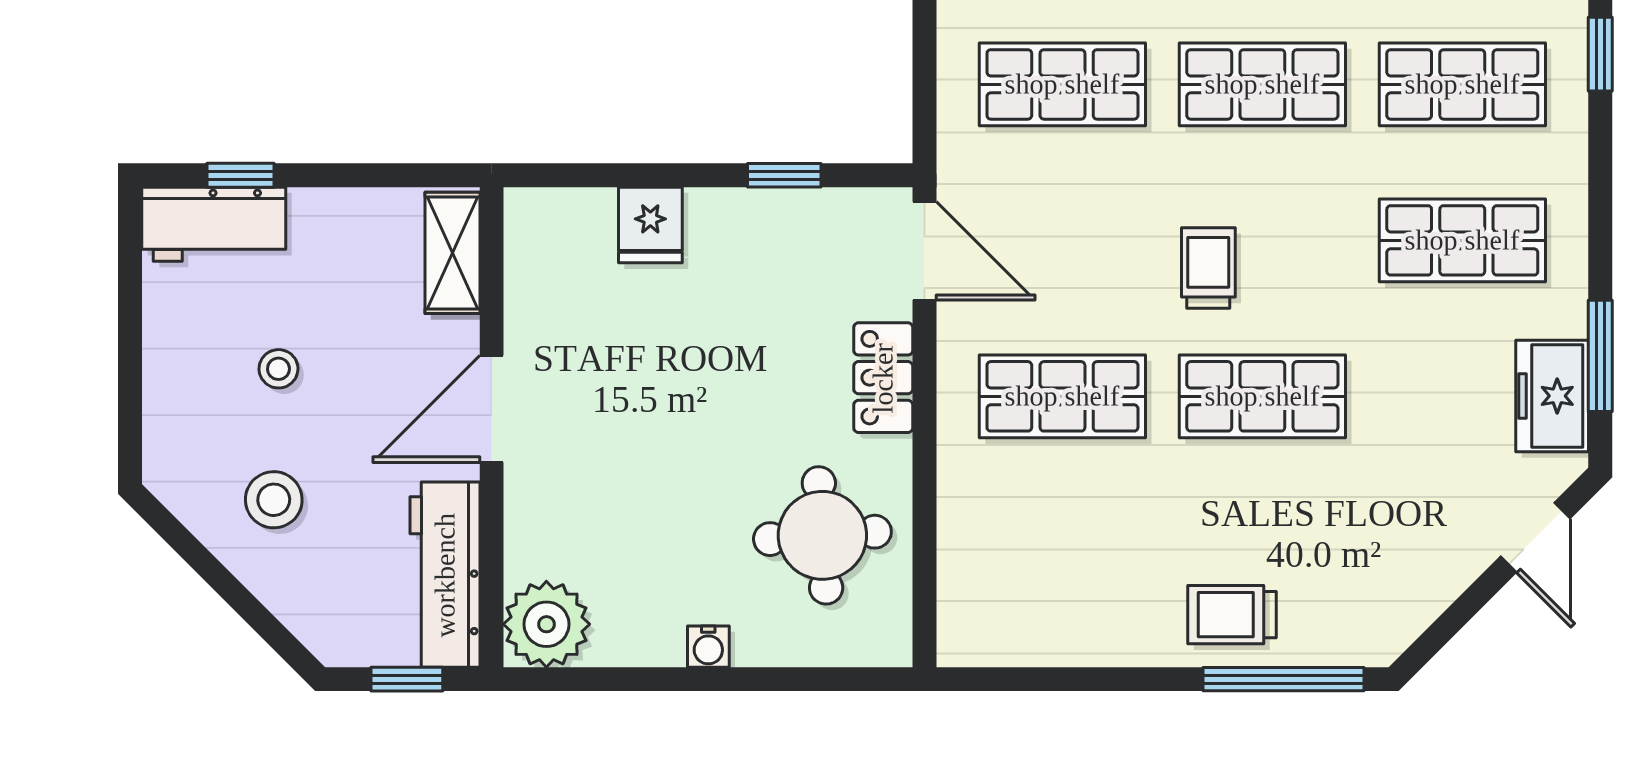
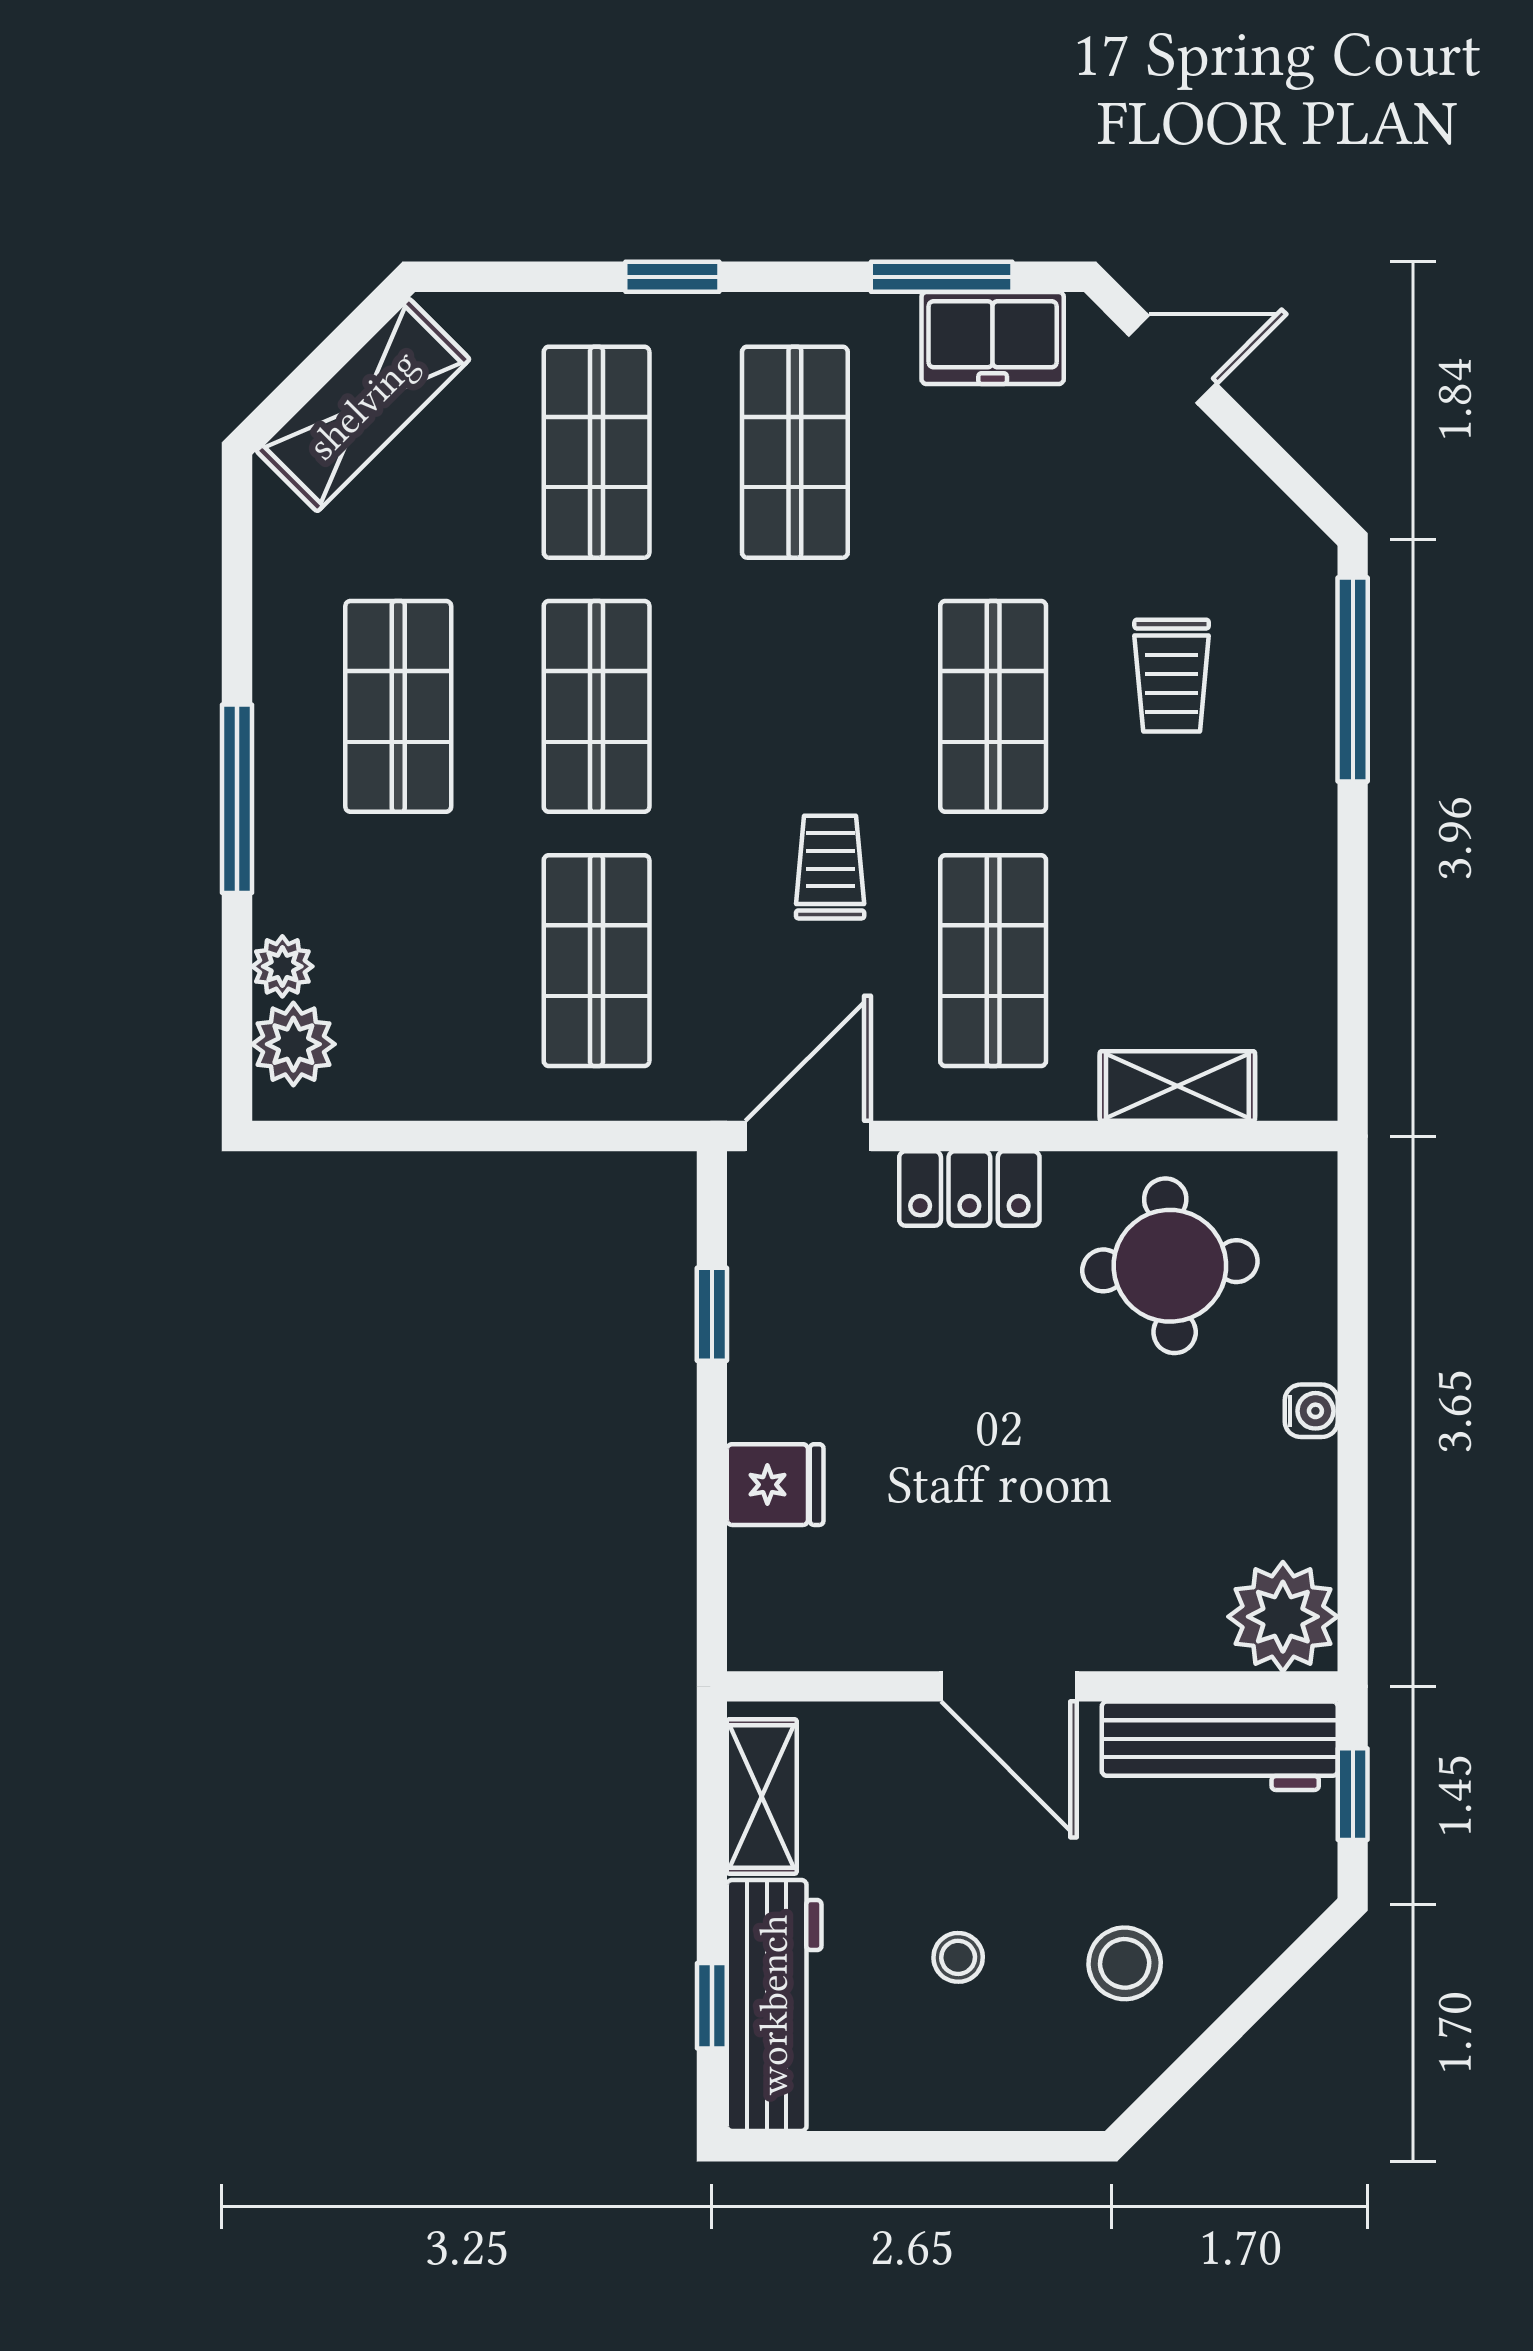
window: (1600, 54) -> (672, 277), moved
workbench: (214, 224) -> (774, 2005), width x1.38
shelving: (452, 253) -> (762, 1796), moved, turned 90
trolley: (1208, 268) -> (830, 867), moved, turned 90
shelving: (964, 541) -> (1177, 1086), added
trolley: (1232, 615) -> (1172, 676), moved

